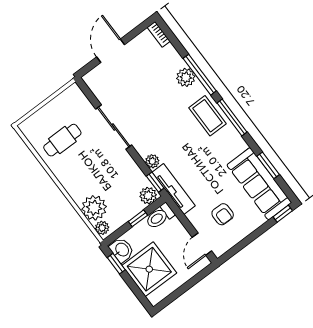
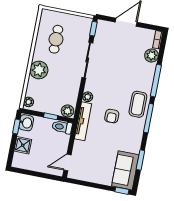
plant: (186, 77) -> (152, 55), moved
cafe table: (62, 140) -> (56, 39), turned 90
window: (155, 182) -> (93, 29), moved
sofa: (259, 184) -> (125, 170), width x0.73
plant: (94, 208) -> (39, 70), moved
armchair: (223, 214) -> (112, 116), moved
shower: (149, 269) -> (23, 145), width x0.54, depth x0.54

